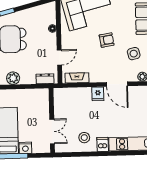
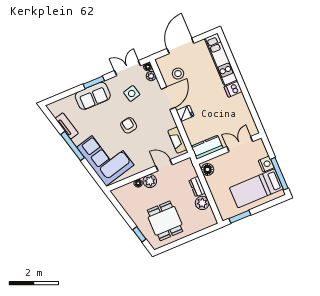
plant: (50, 40) -> (150, 181), added
dresser: (45, 79) -> (197, 187), moved
floor lamp: (41, 94) -> (207, 170), added
kitchen counter: (60, 102) -> (207, 147), added
stool: (84, 138) -> (178, 74), moved

